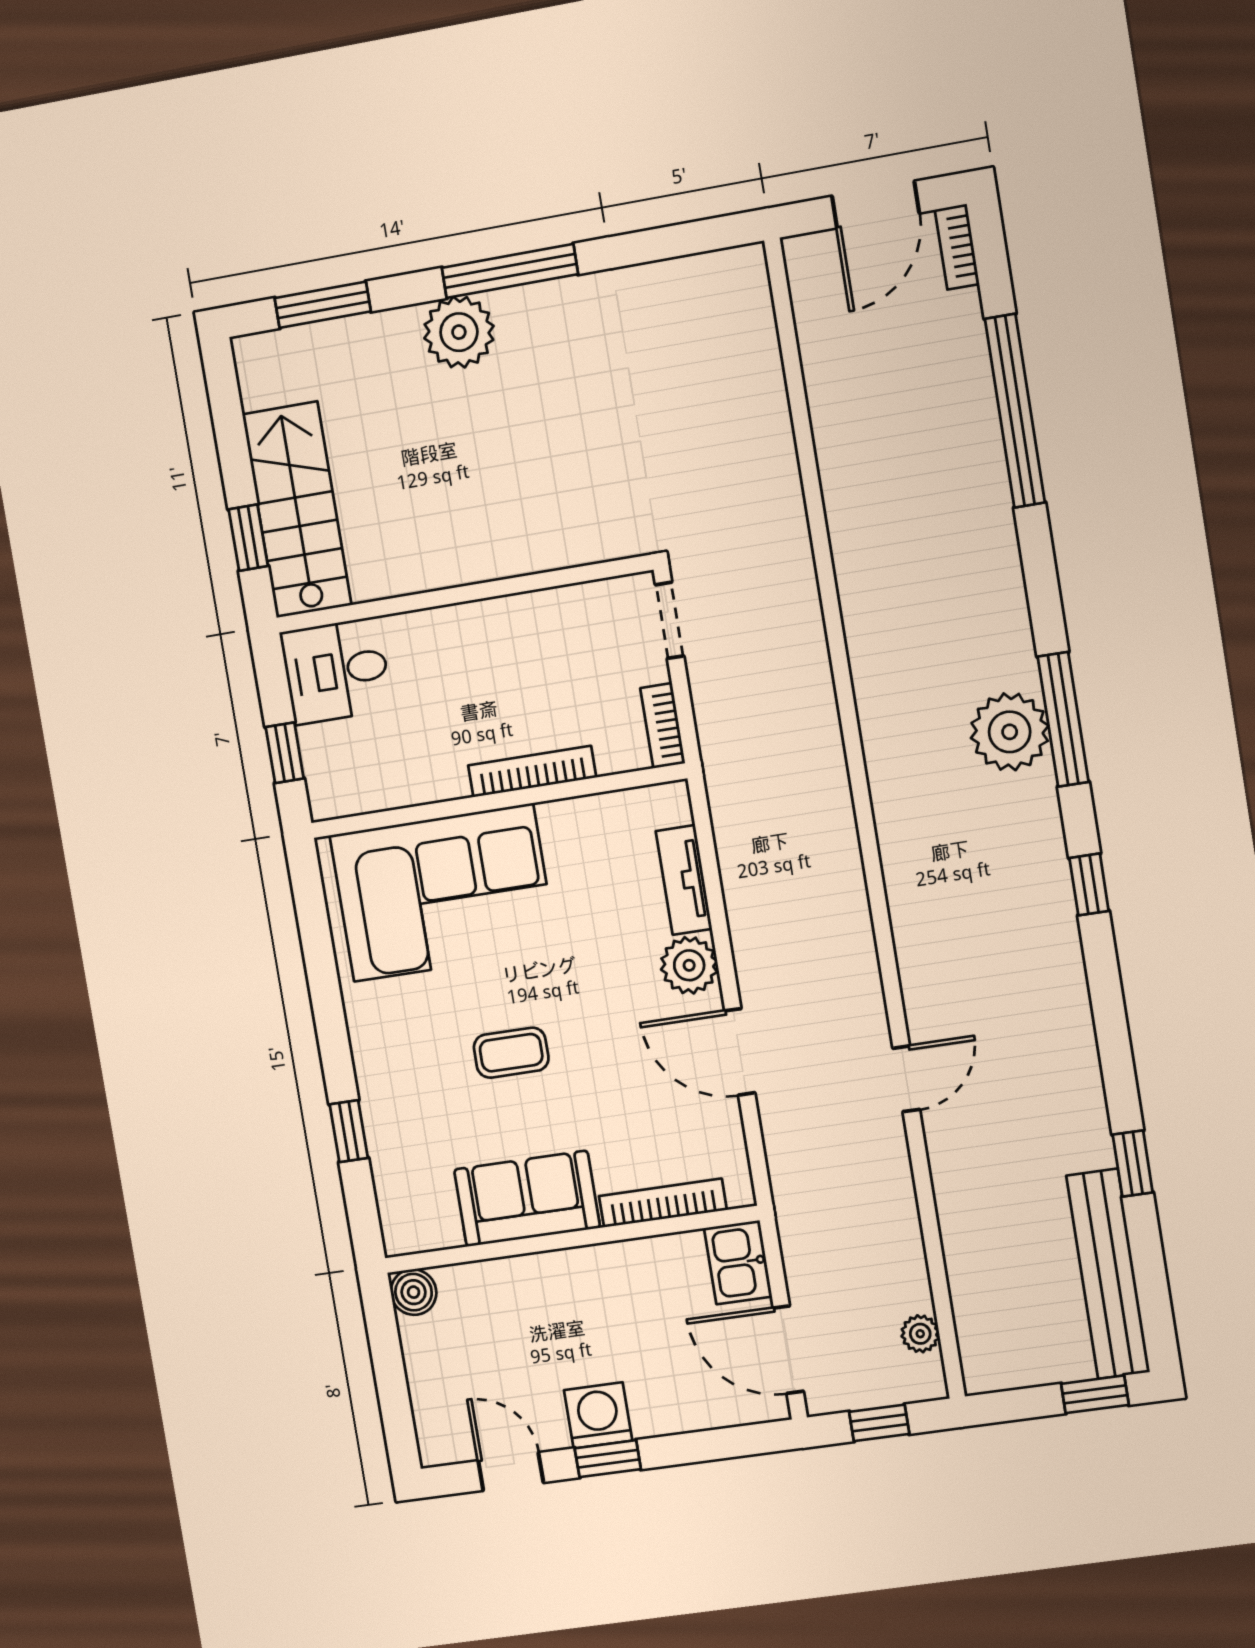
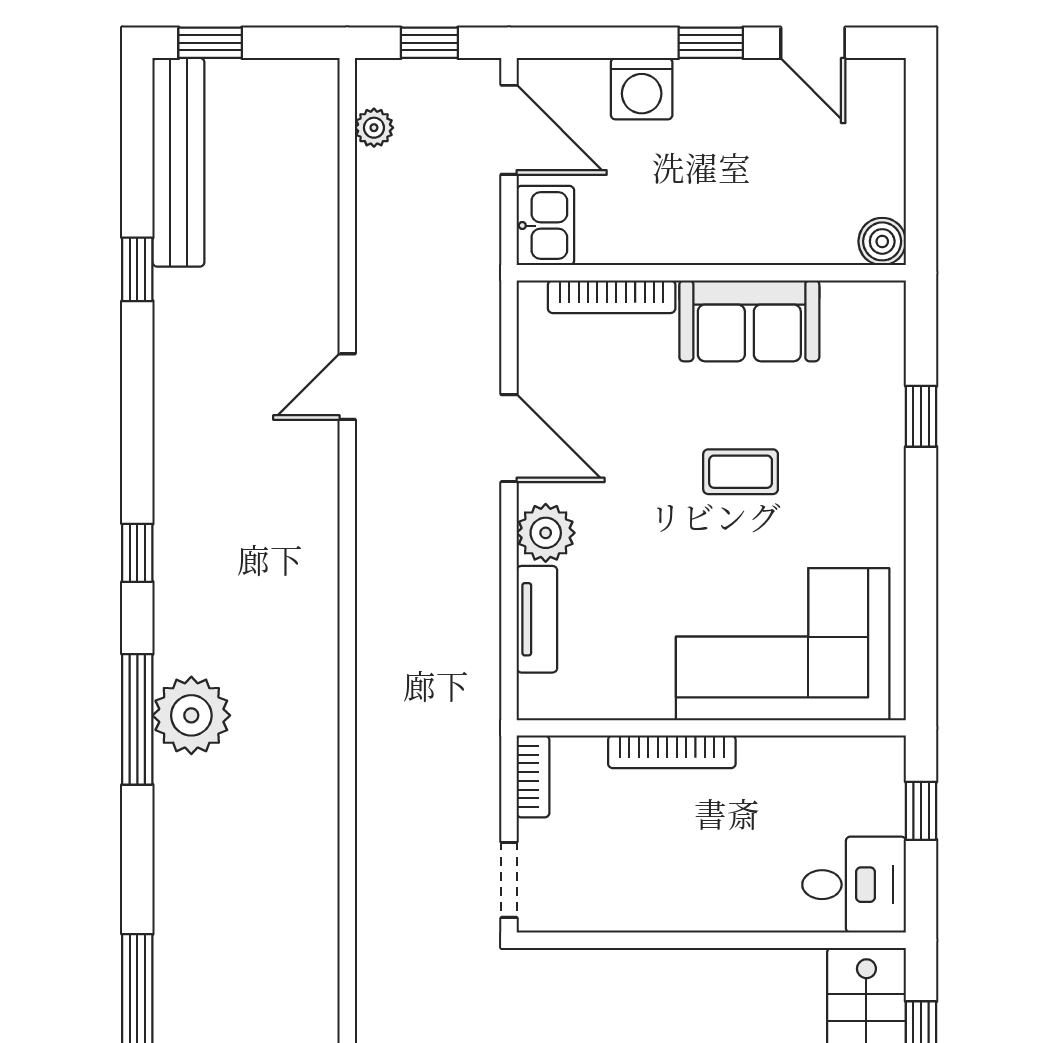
washing machine: (598, 1415) -> (642, 89), moved

